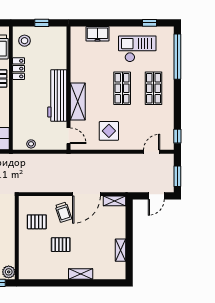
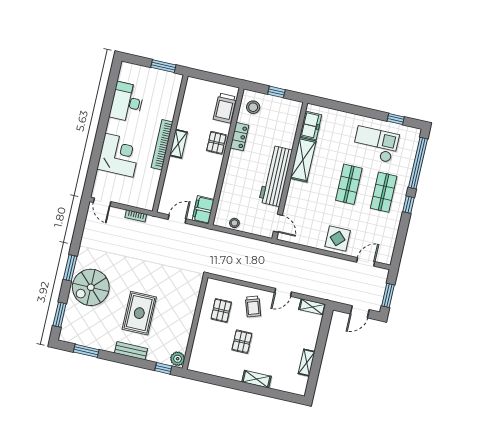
freezer: (98, 34) -> (311, 125), moved, turned -90
shelving: (78, 101) -> (303, 160), moved
display table: (109, 131) -> (338, 239), moved
window: (177, 136) -> (409, 205), moved
door: (86, 194) -> (283, 292), width x0.53
pallet: (37, 222) -> (221, 310), turned 90
pallet: (61, 245) -> (242, 342), turned 90

